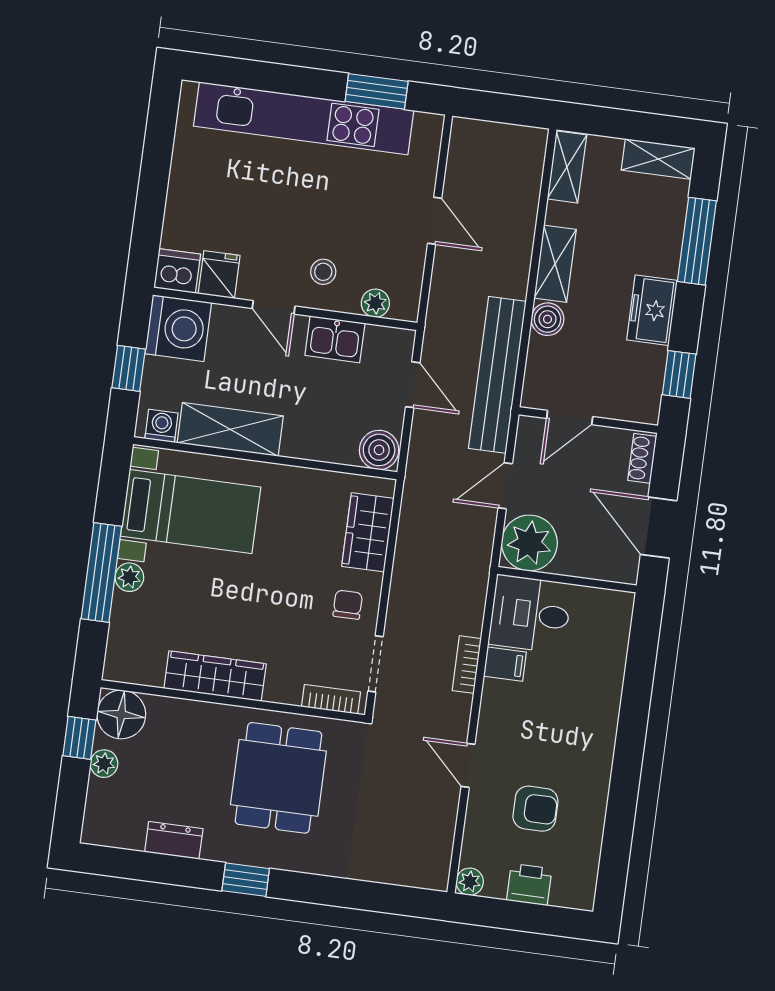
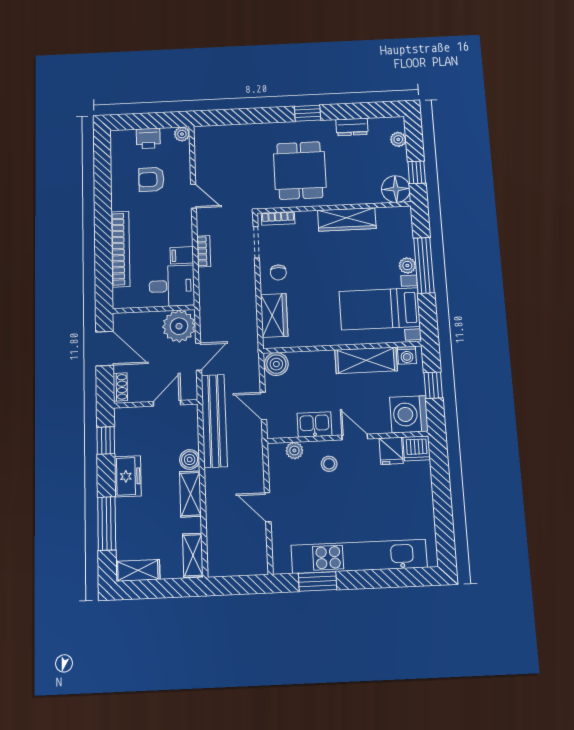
bookcase: (607, 694) -> (120, 249), added
plant: (104, 764) -> (398, 139), moved

